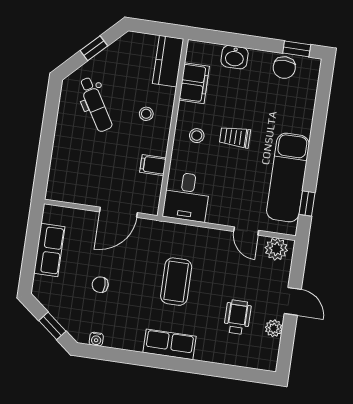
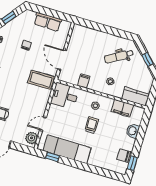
coffee table: (176, 282) -> (41, 80), moved

